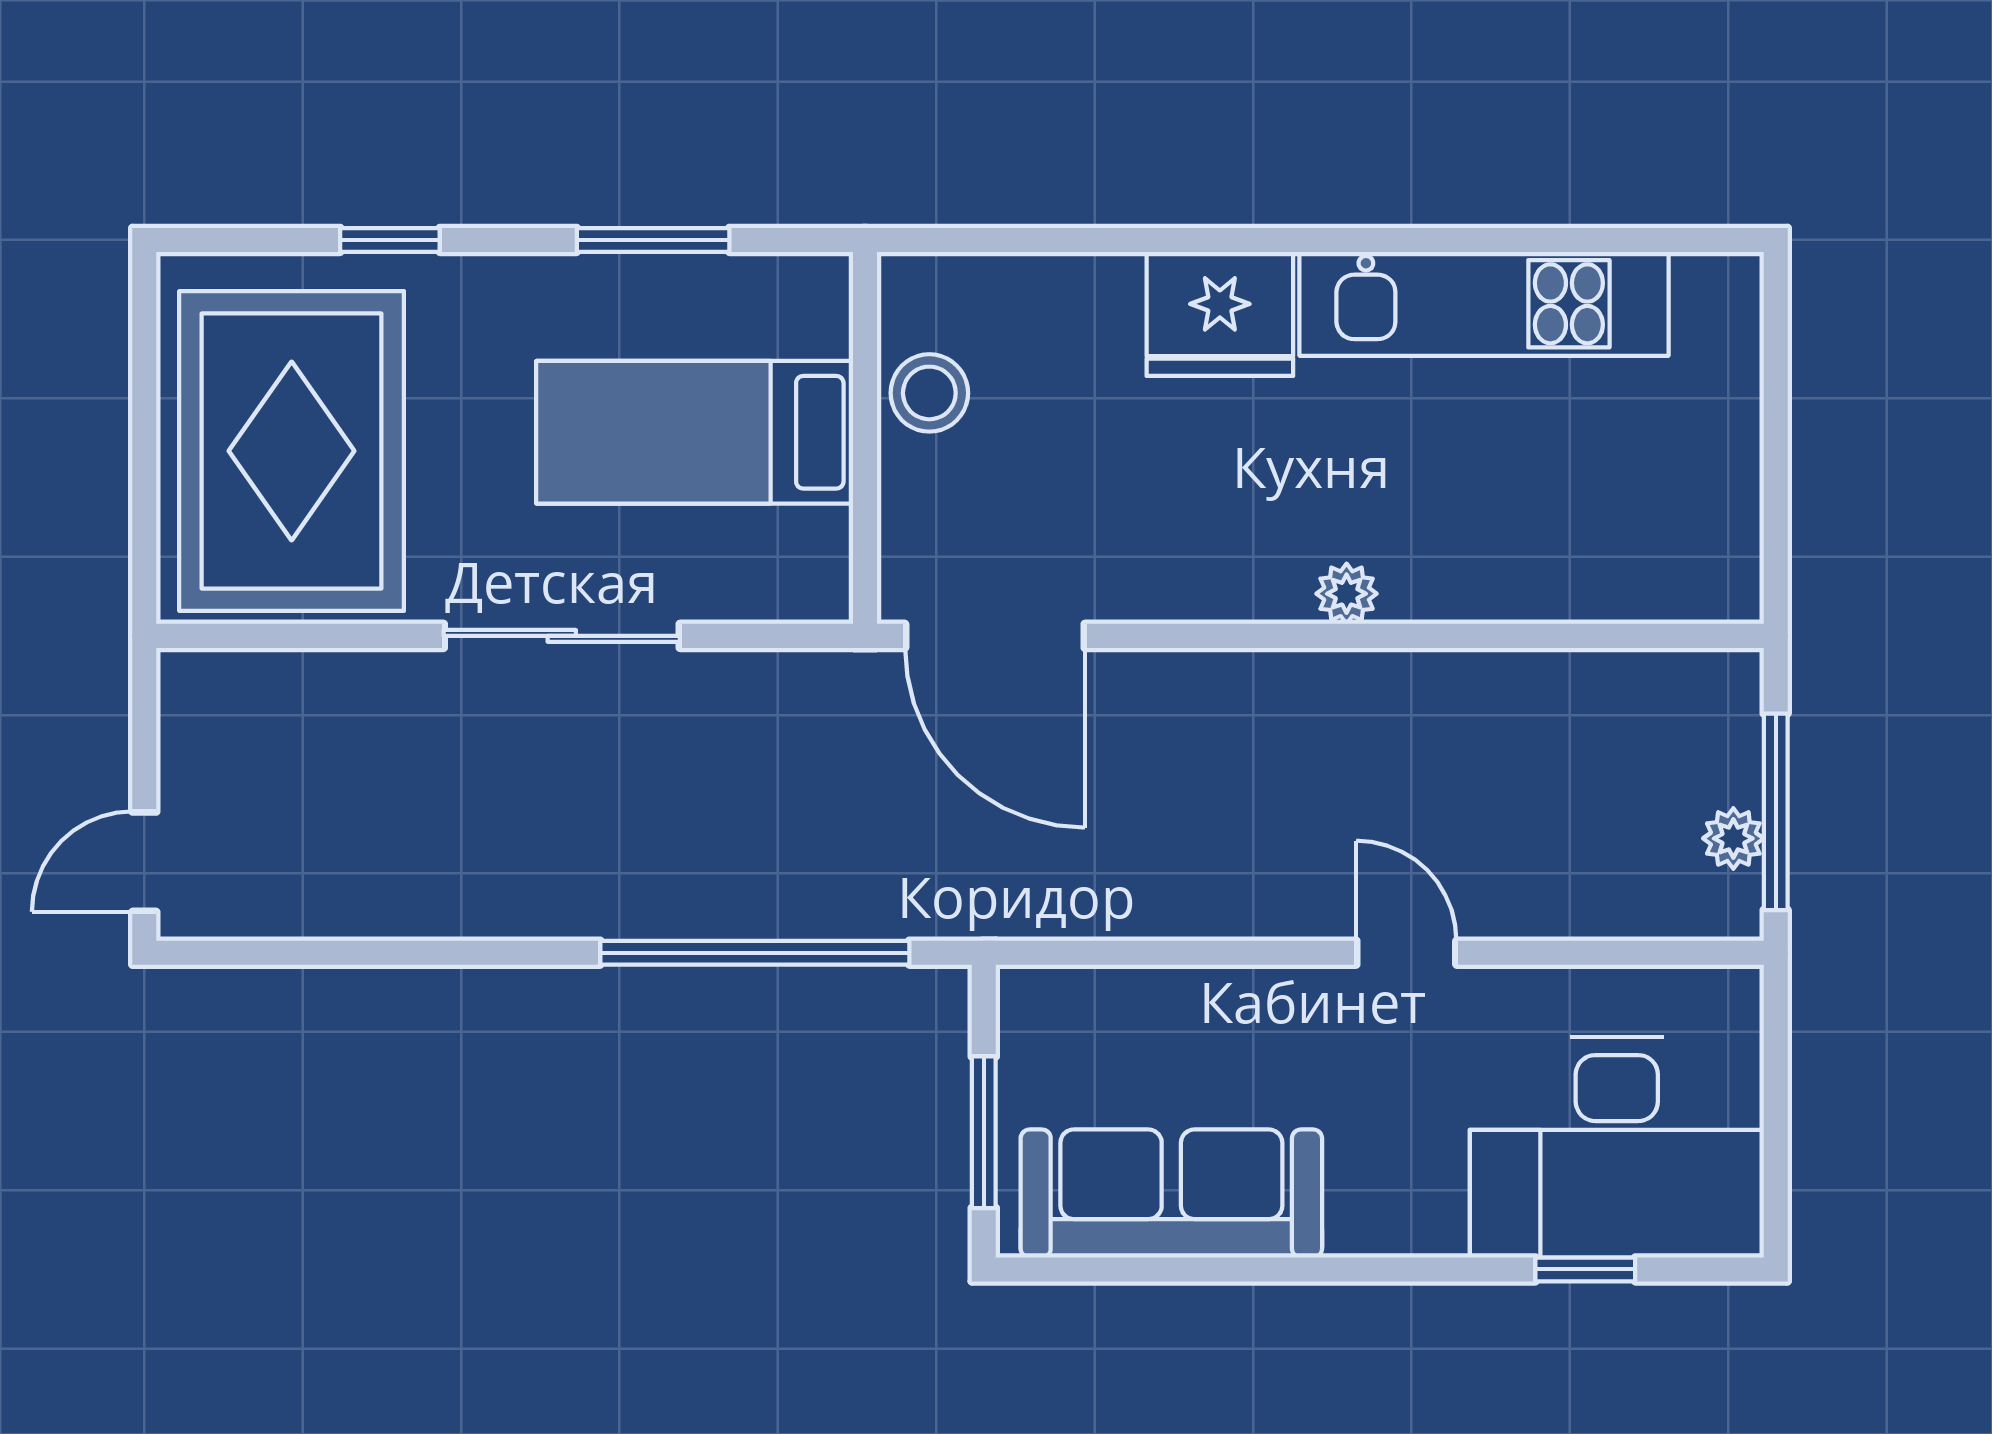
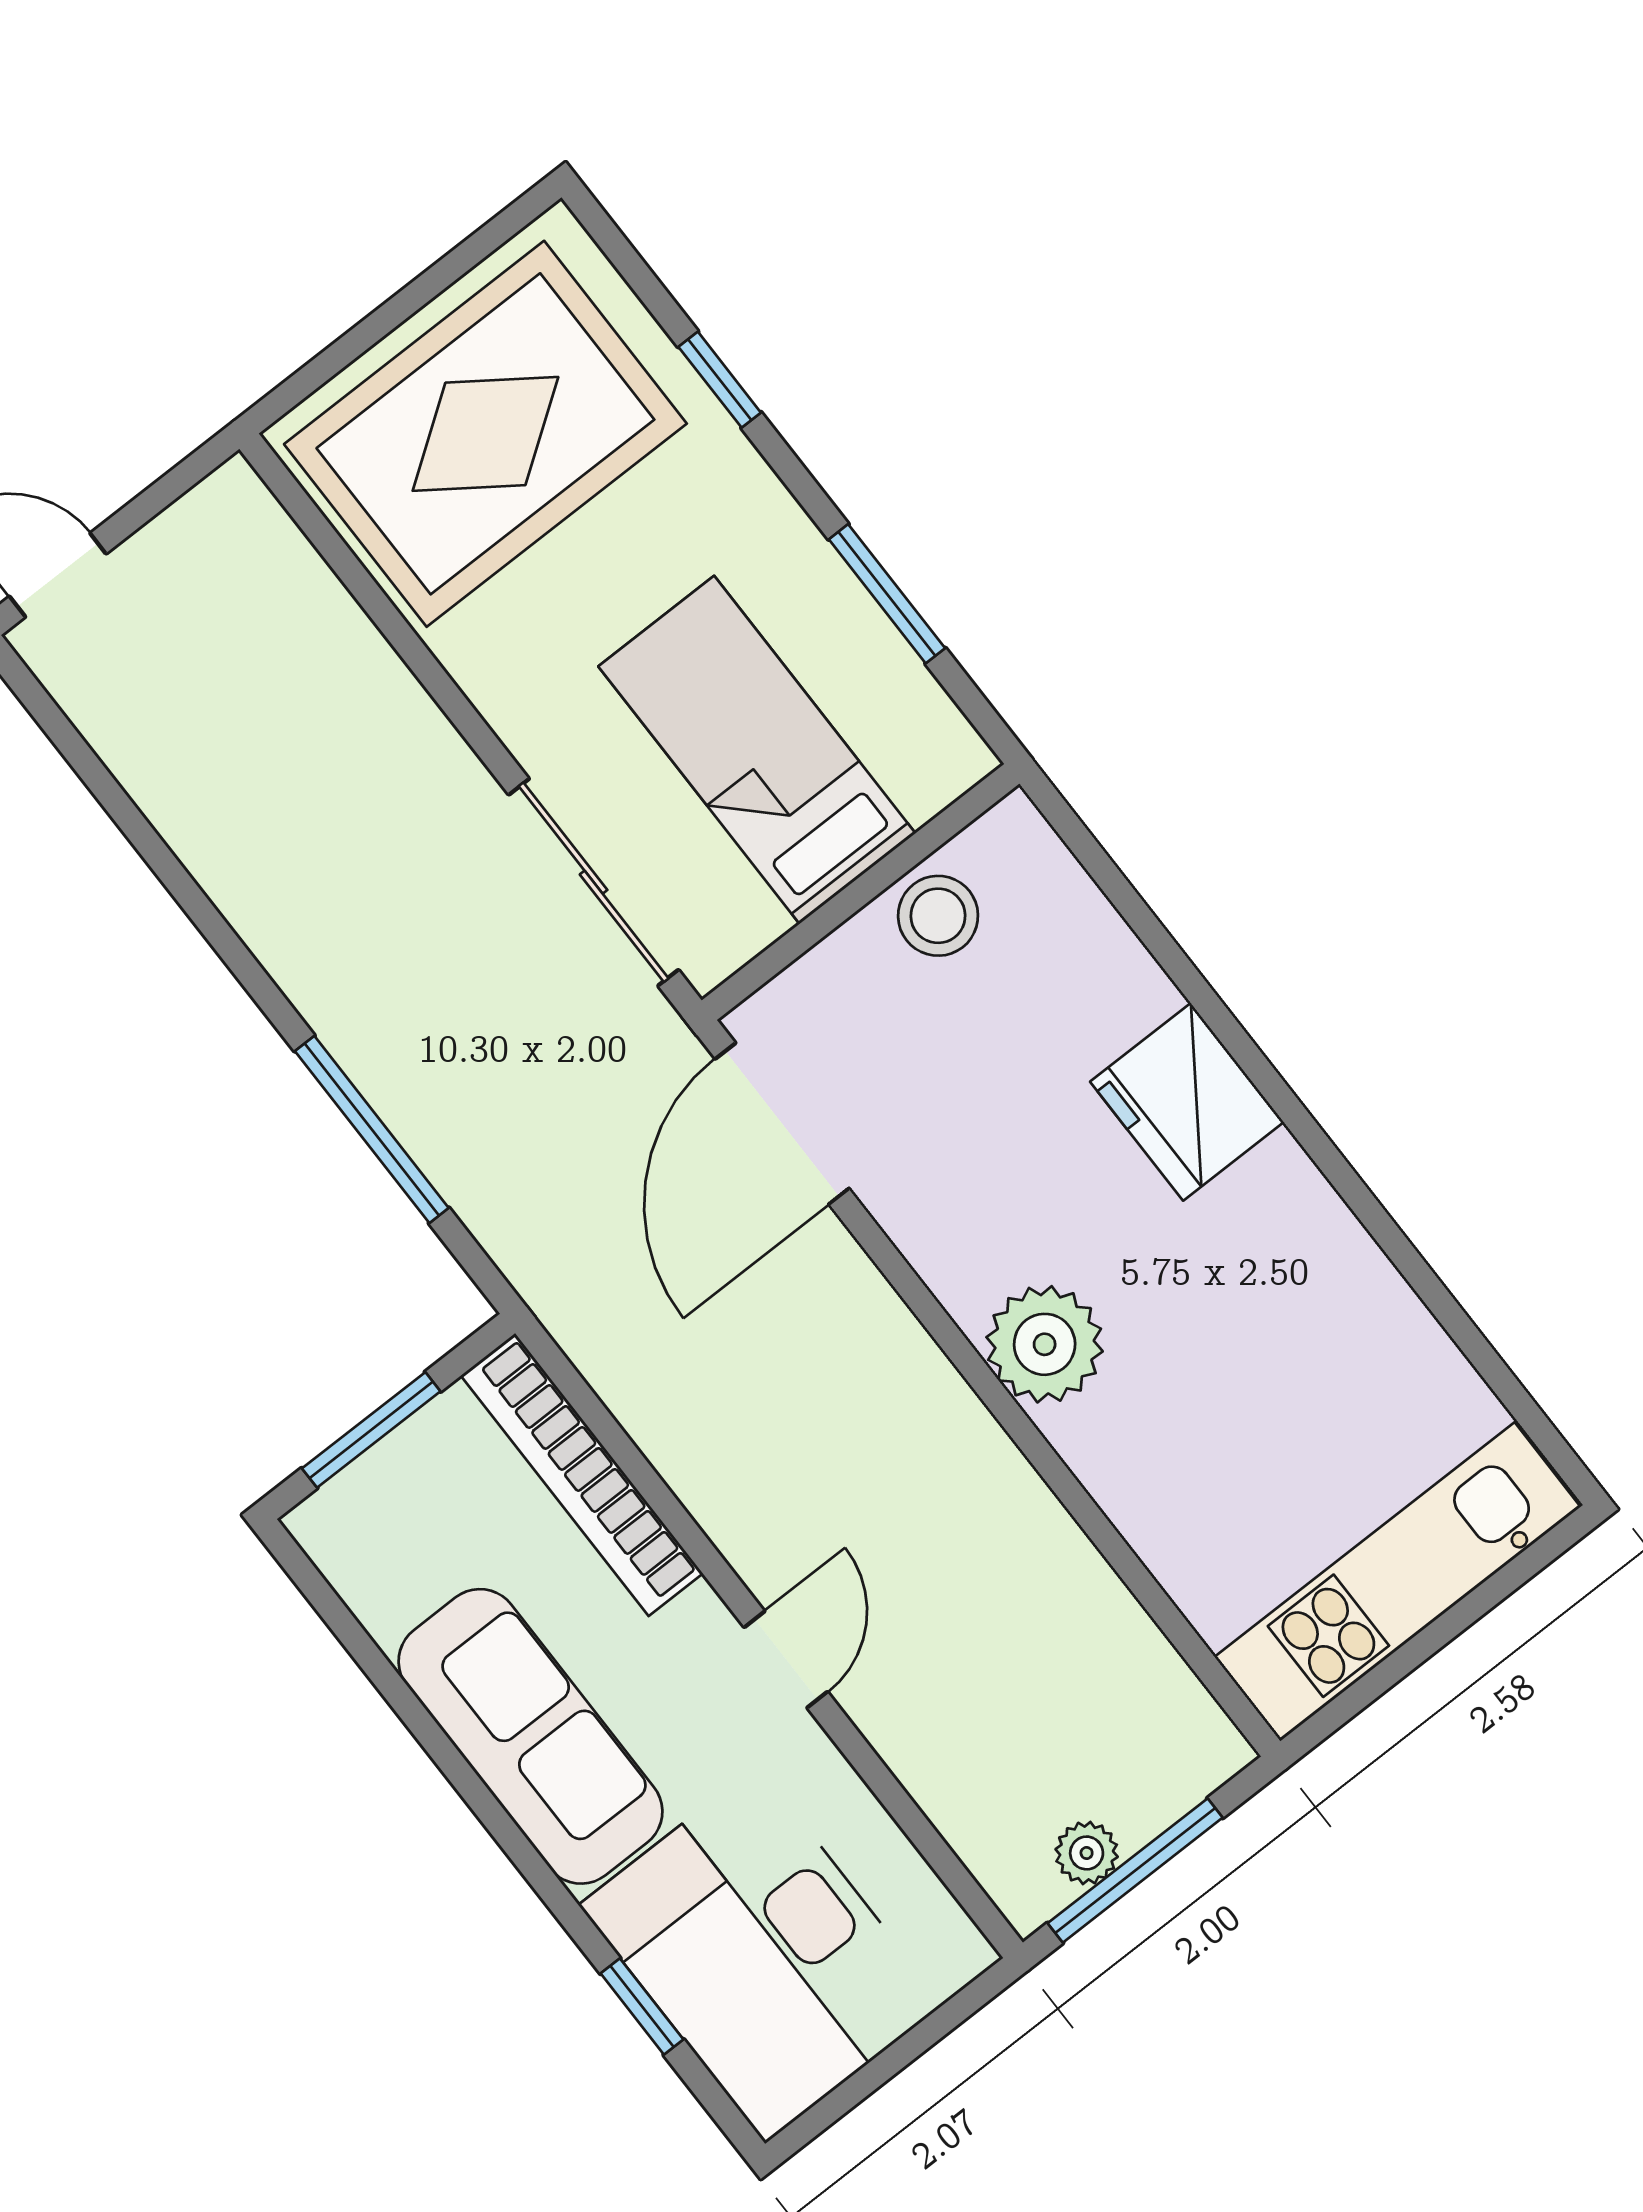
kitchen unit: (1484, 304) -> (1397, 1582), moved, turned 90
plant: (1347, 594) -> (1045, 1344), width x1.87, depth x1.87
sliding door: (562, 636) -> (594, 882), moved
window: (755, 953) -> (372, 1129), width x0.68
bookcase: (1143, 998) -> (582, 1475), added
sofa: (1171, 1194) -> (530, 1736), moved

